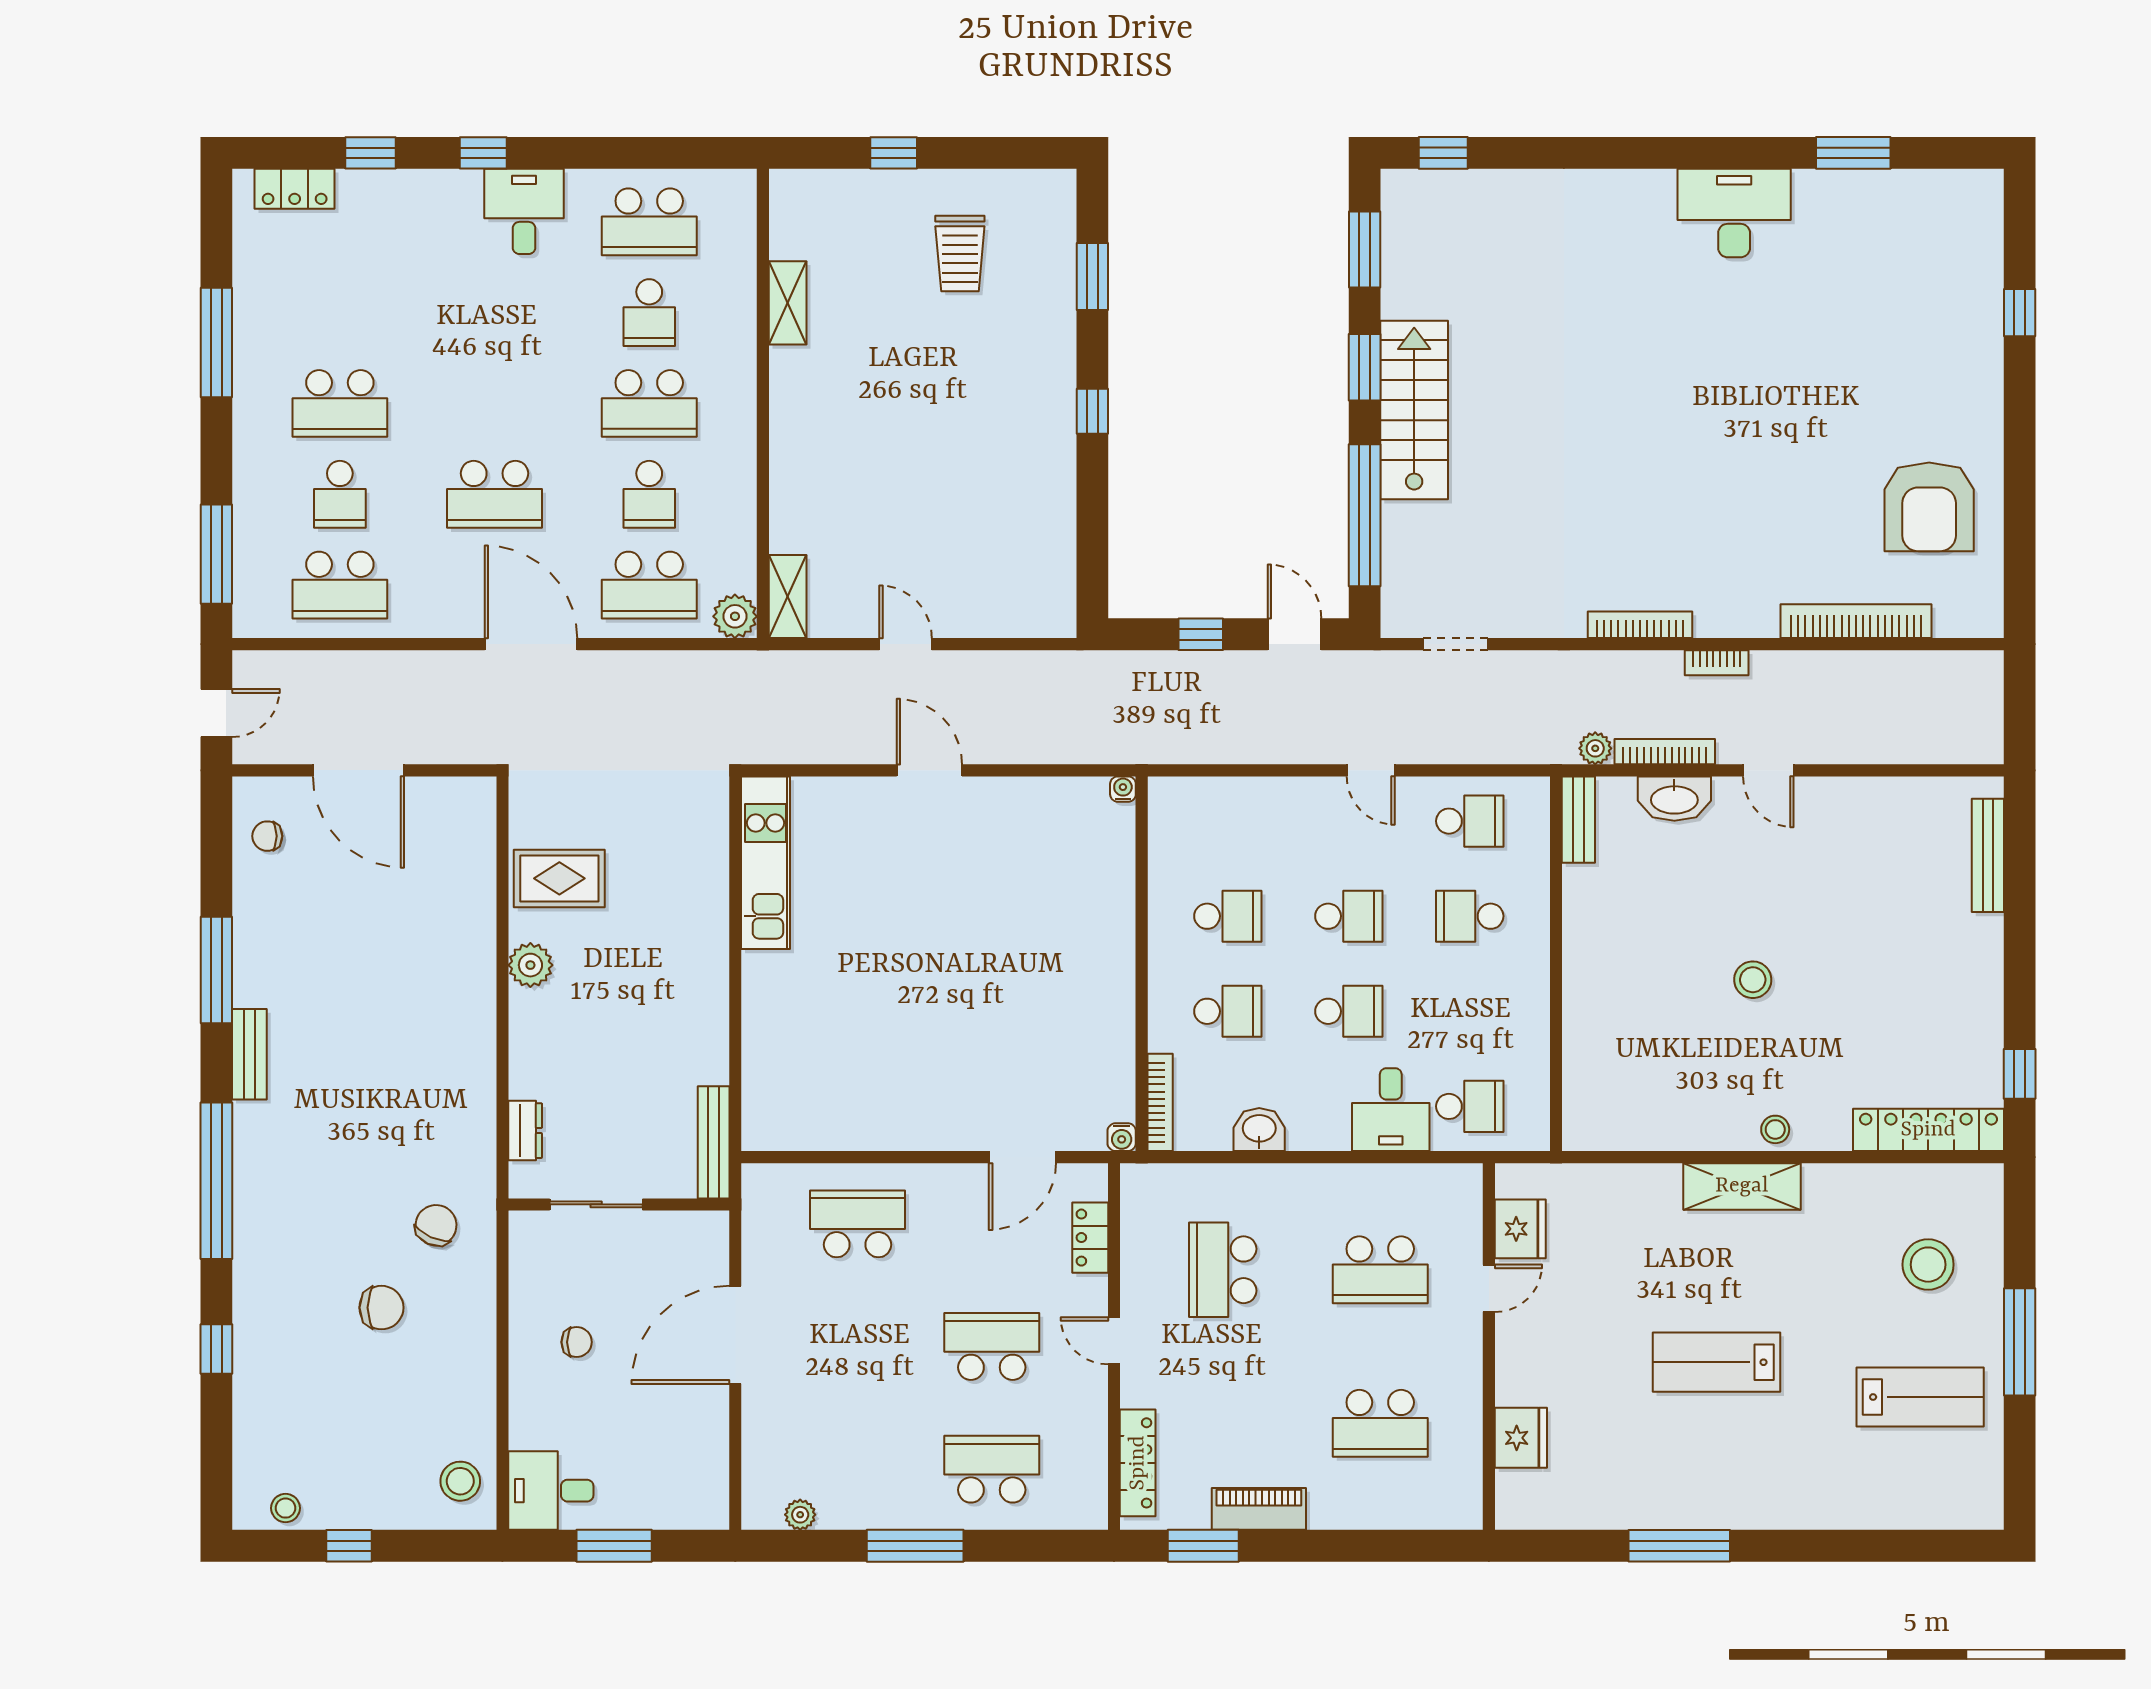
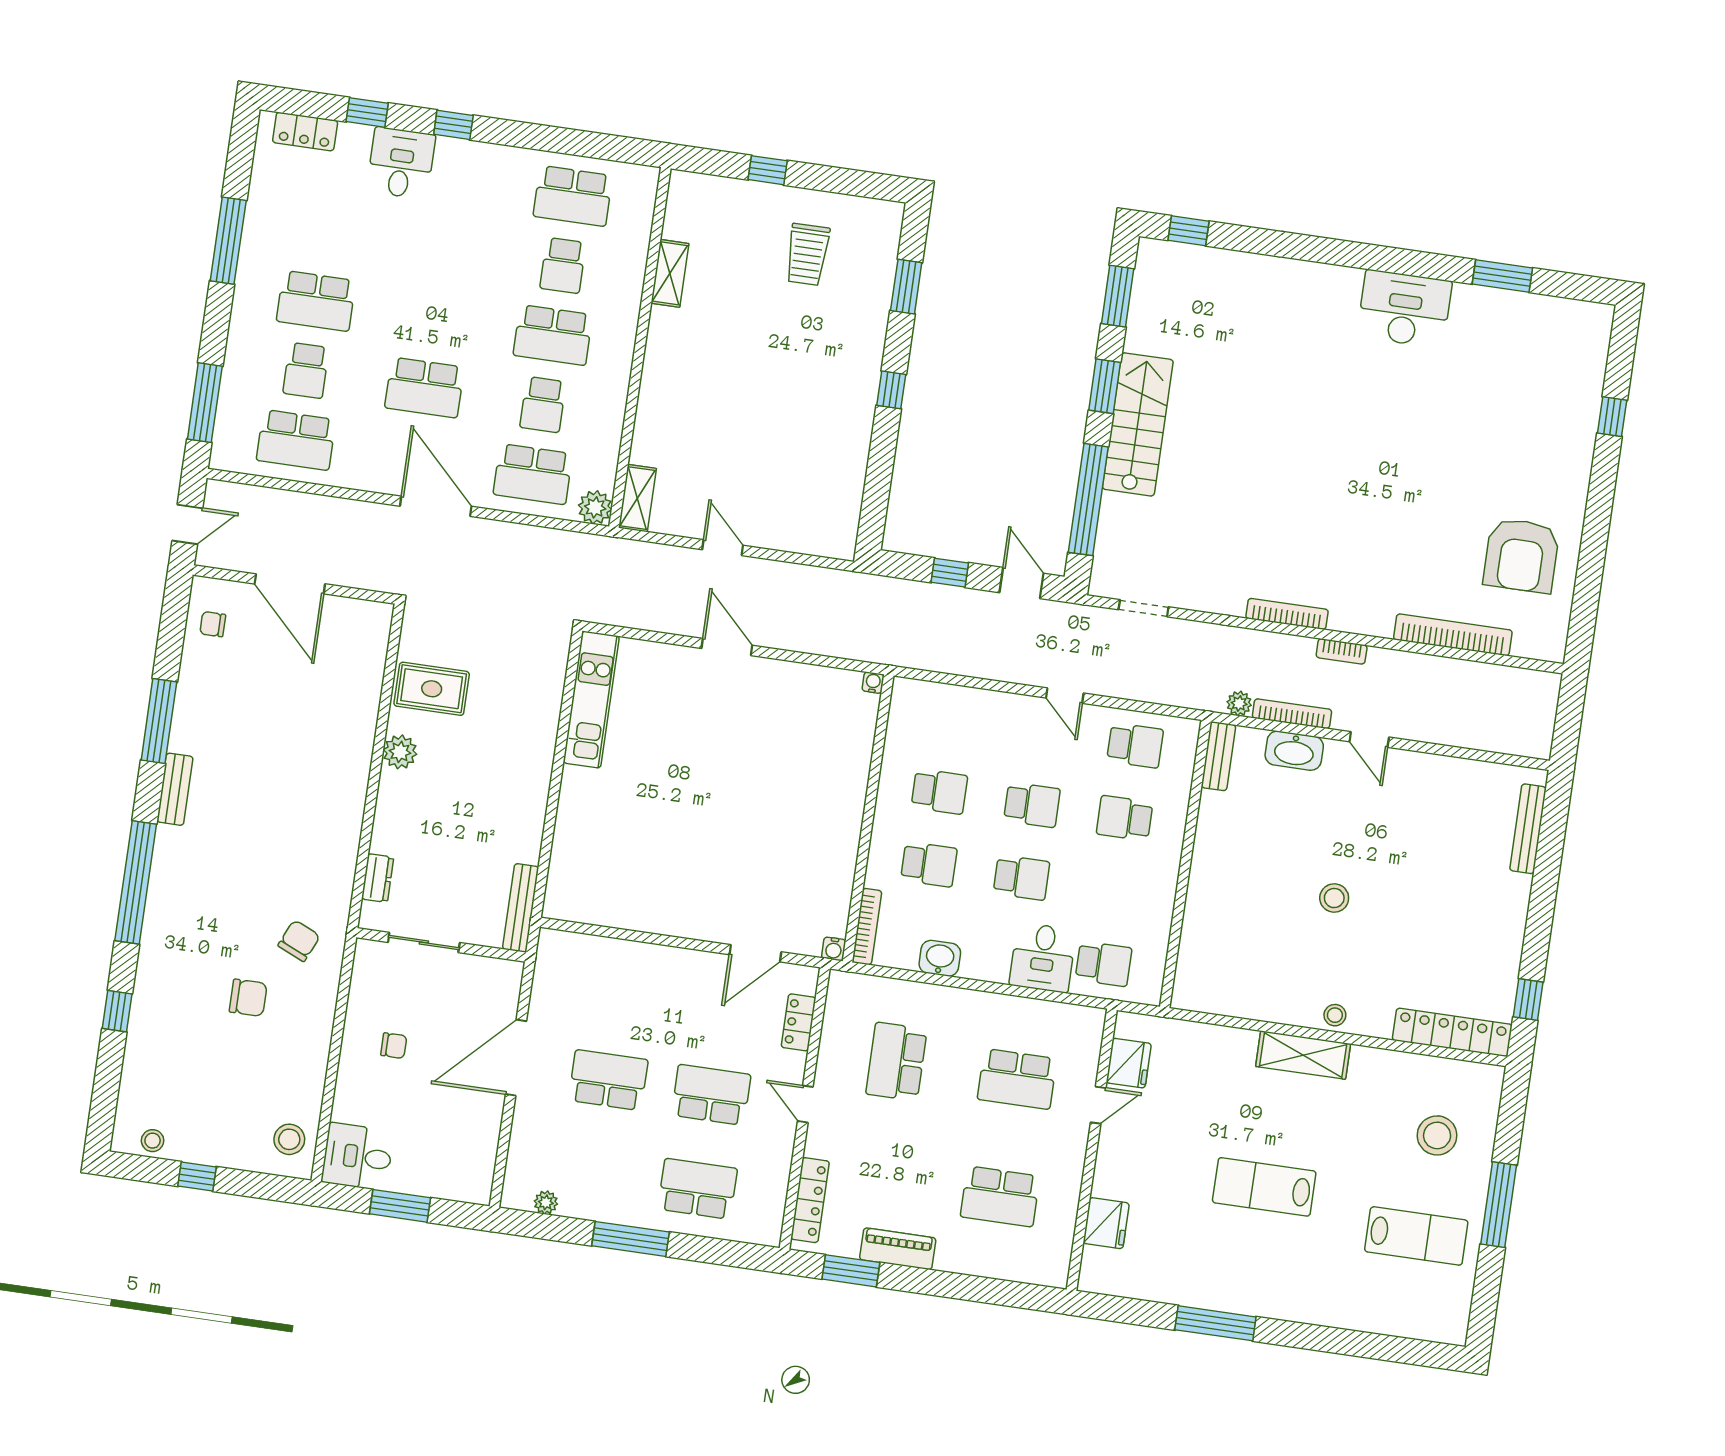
desk: (524, 211) -> (401, 163), moved
school desk: (857, 1224) -> (608, 1080), moved

